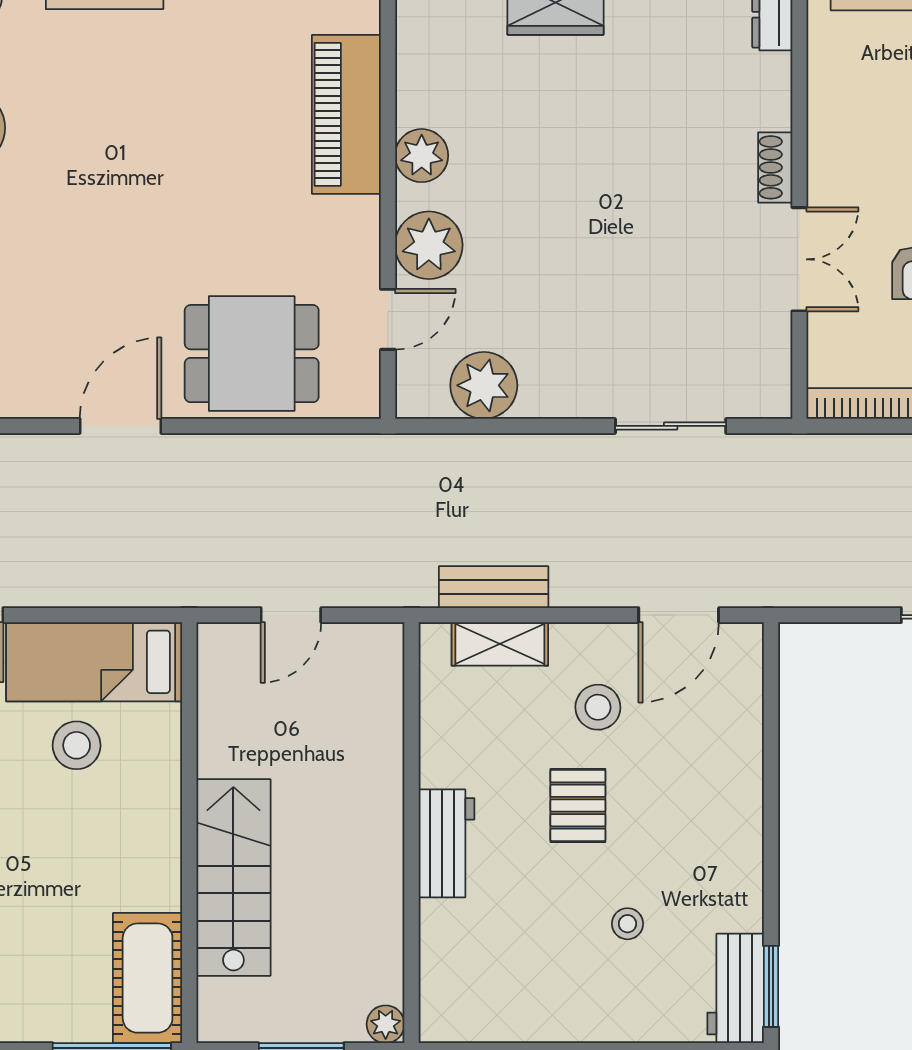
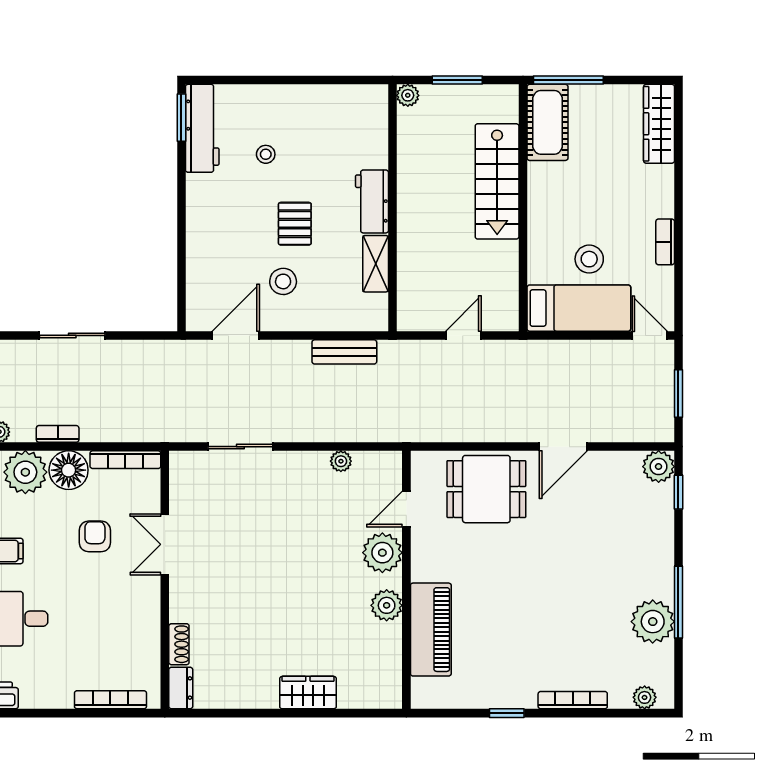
shoe rack: (775, 167) -> (179, 644), moved
plant: (484, 385) -> (341, 461), width x0.53, depth x0.53
shelving: (500, 644) -> (376, 264), moved, turned 90
workbench: (736, 988) -> (202, 128), width x1.37

